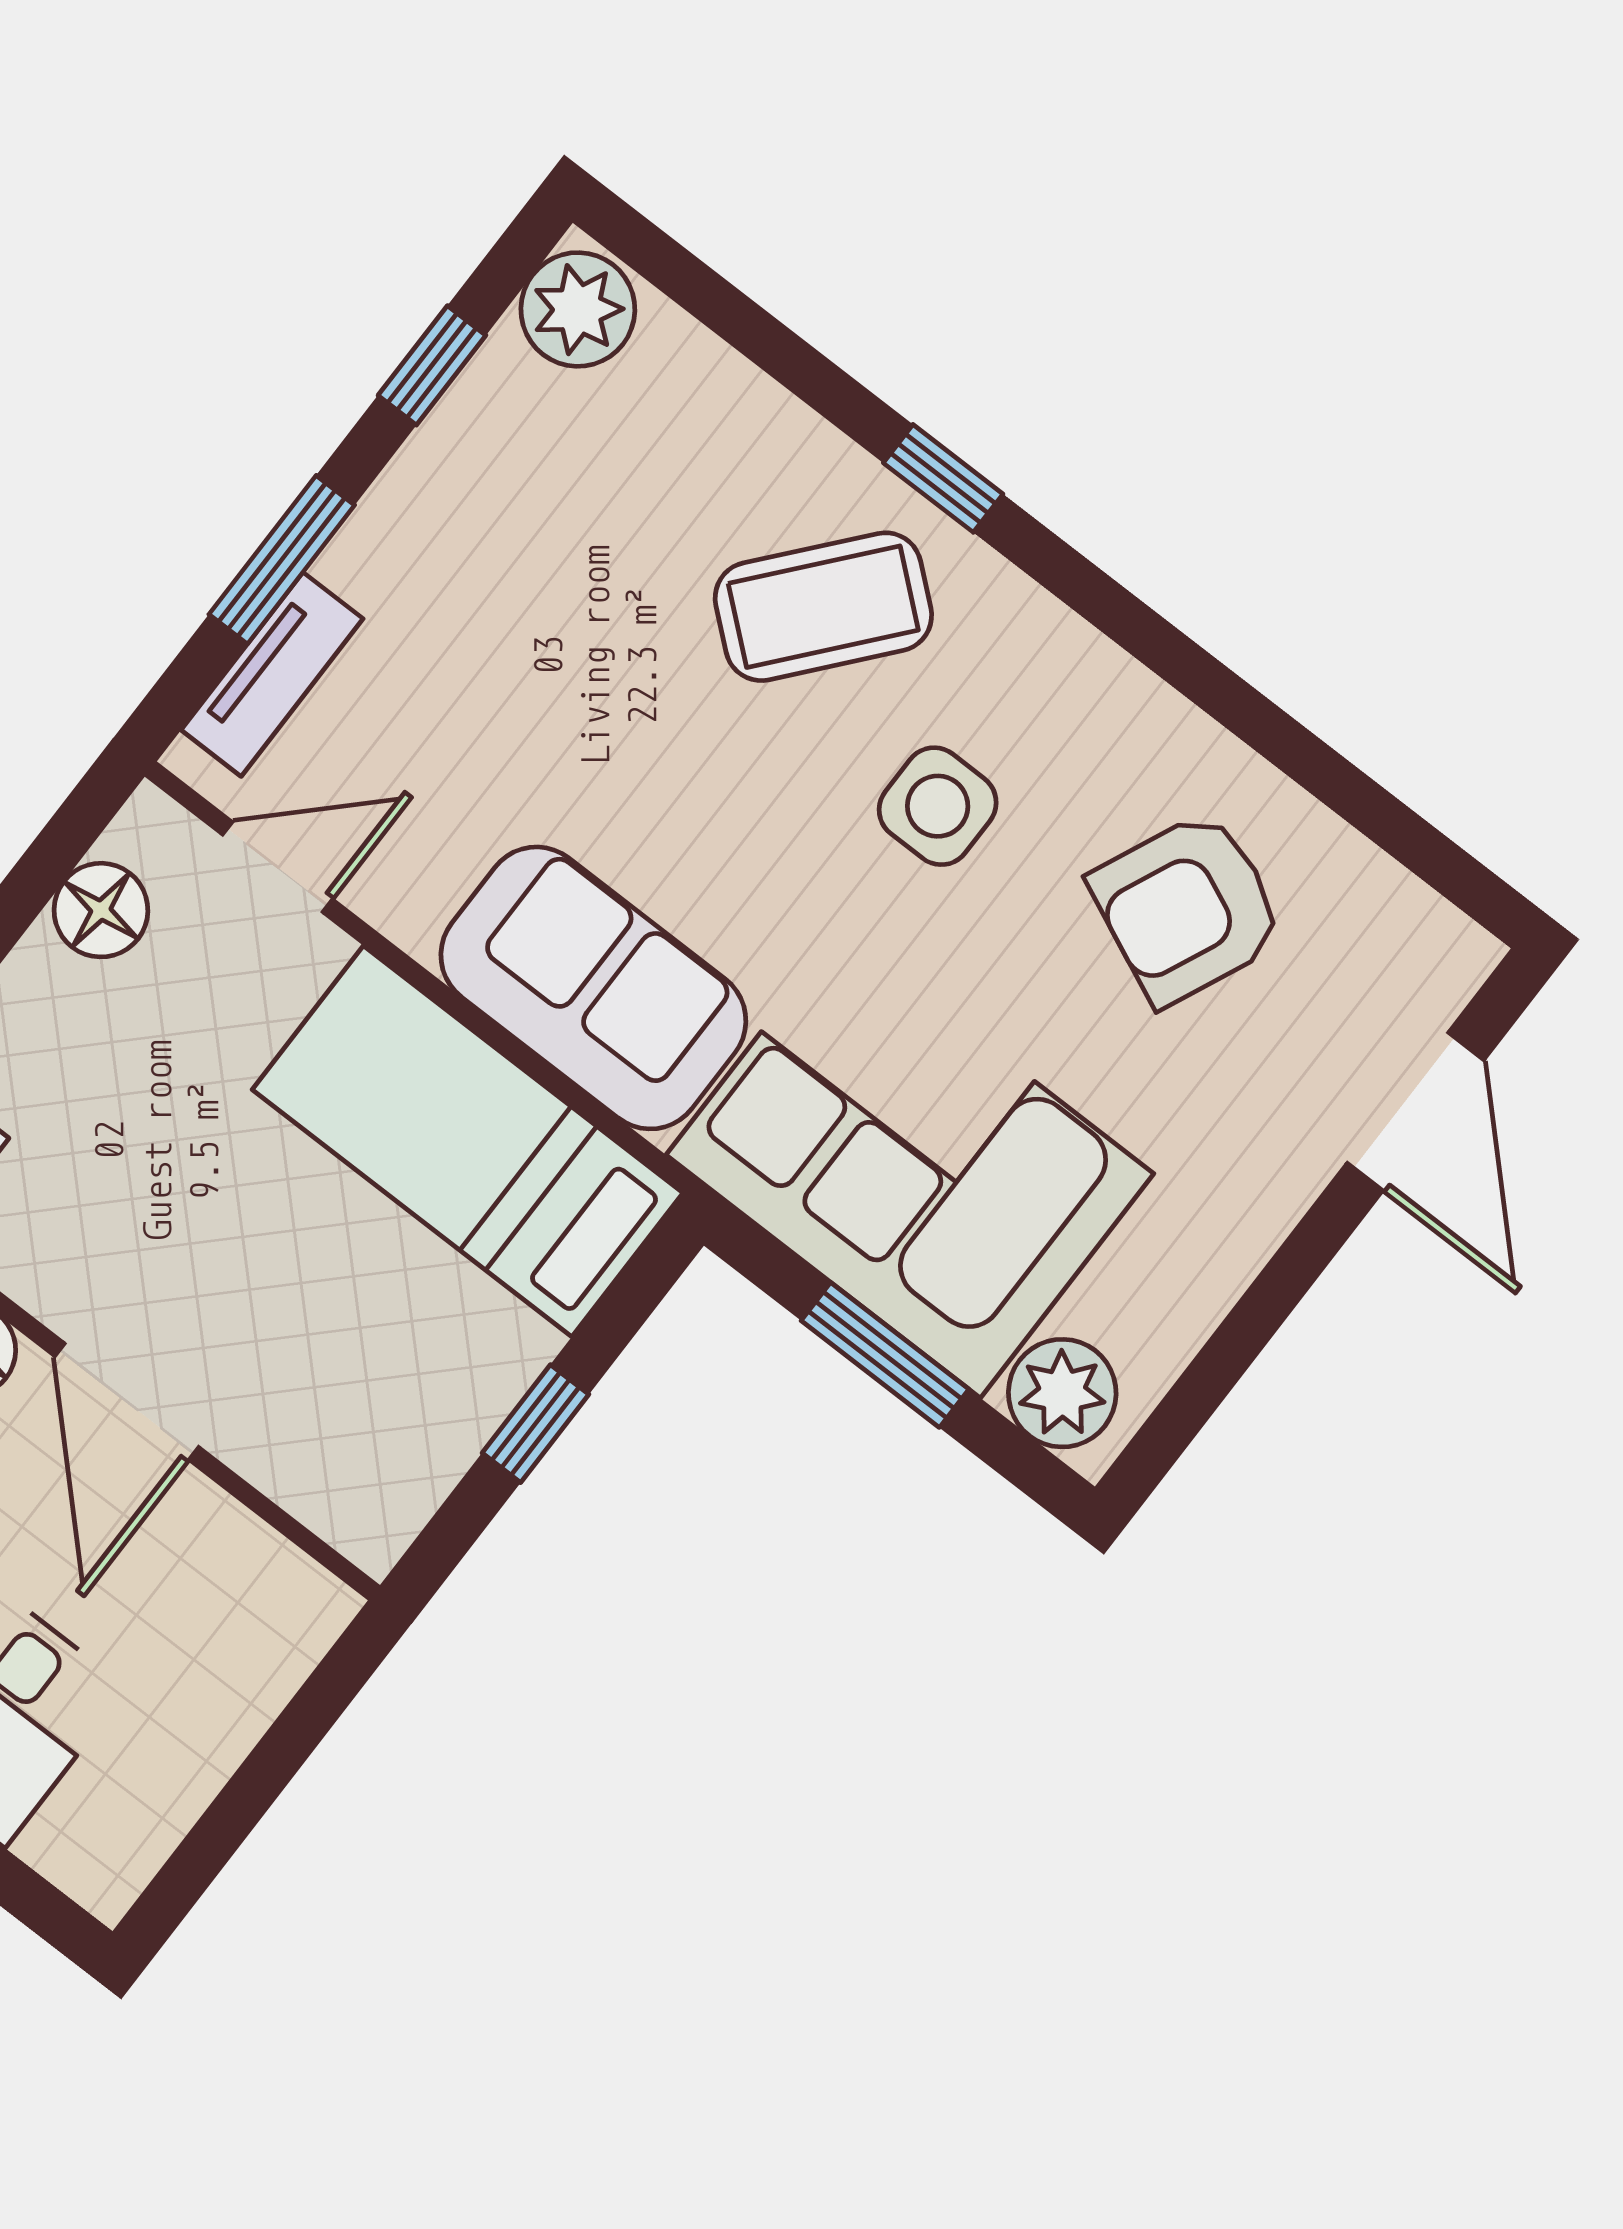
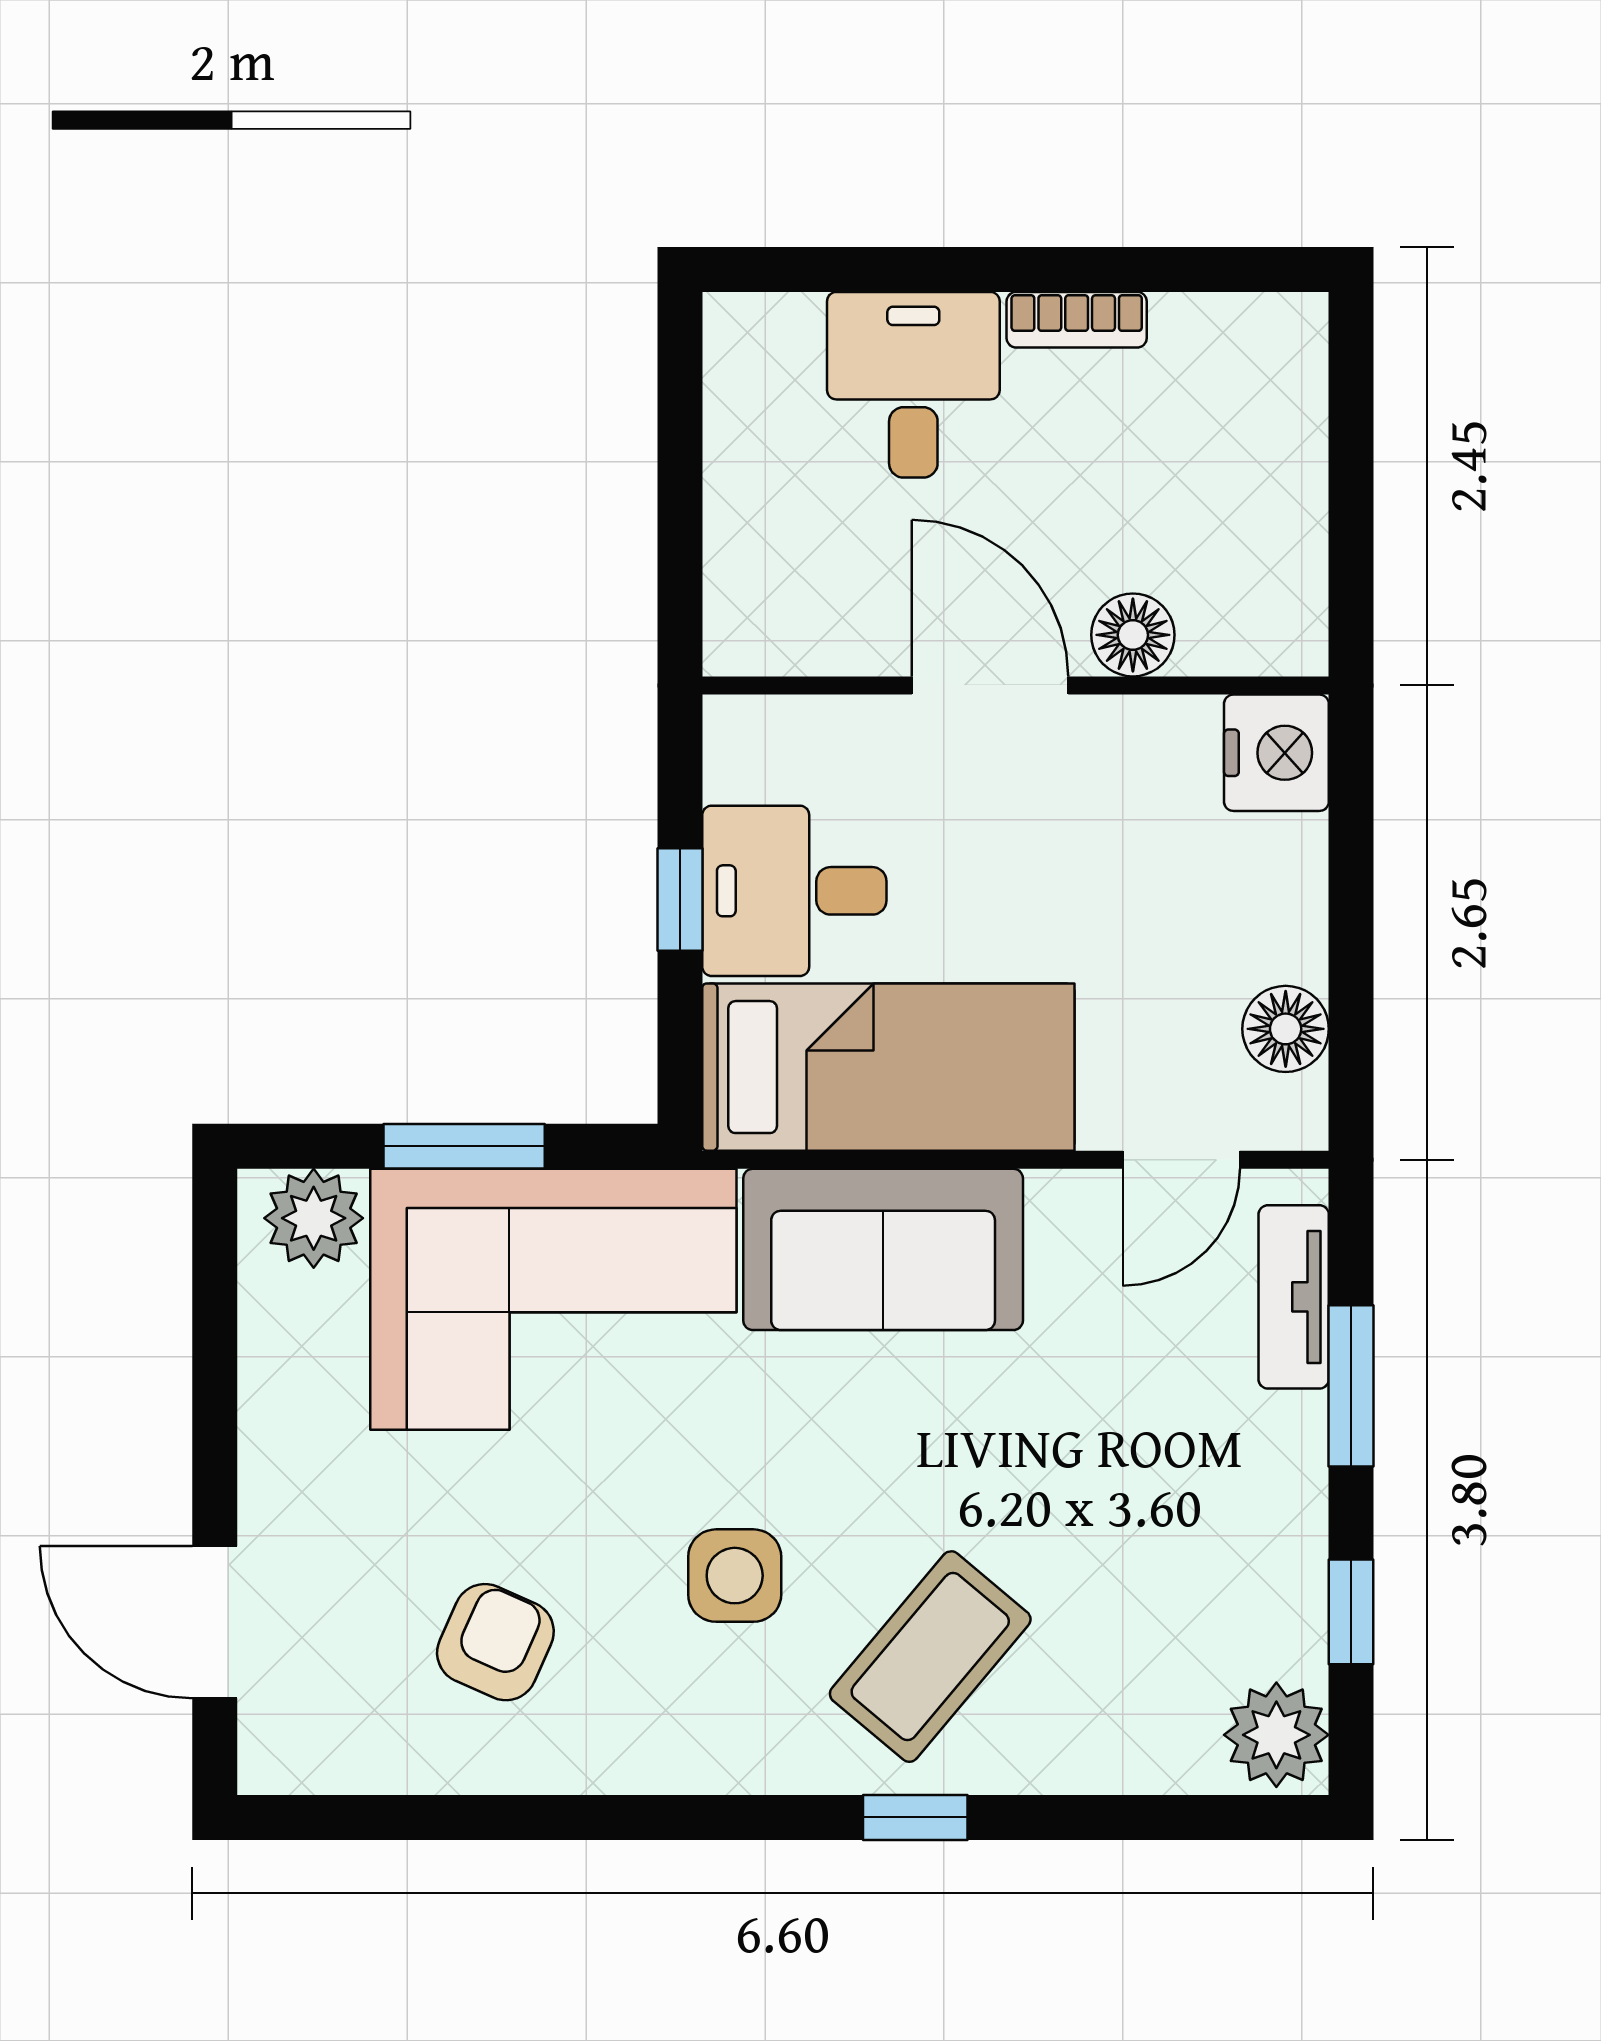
armchair: (1188, 908) -> (495, 1642), width x0.72, depth x0.72
desk: (431, 1355) -> (794, 891), added

